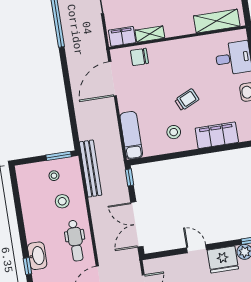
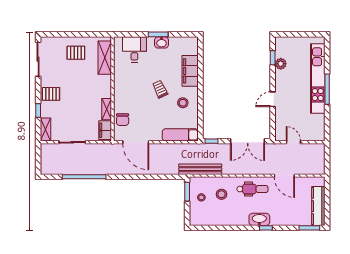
fridge: (223, 260) -> (284, 81), removed

